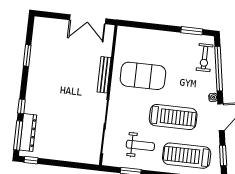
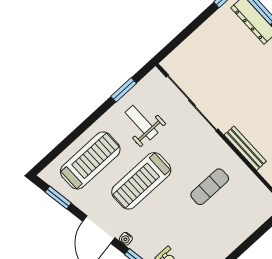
exercise mat: (143, 76) -> (210, 187), width x0.50, depth x0.69
weight bench: (140, 145) -> (142, 123), turned 90

